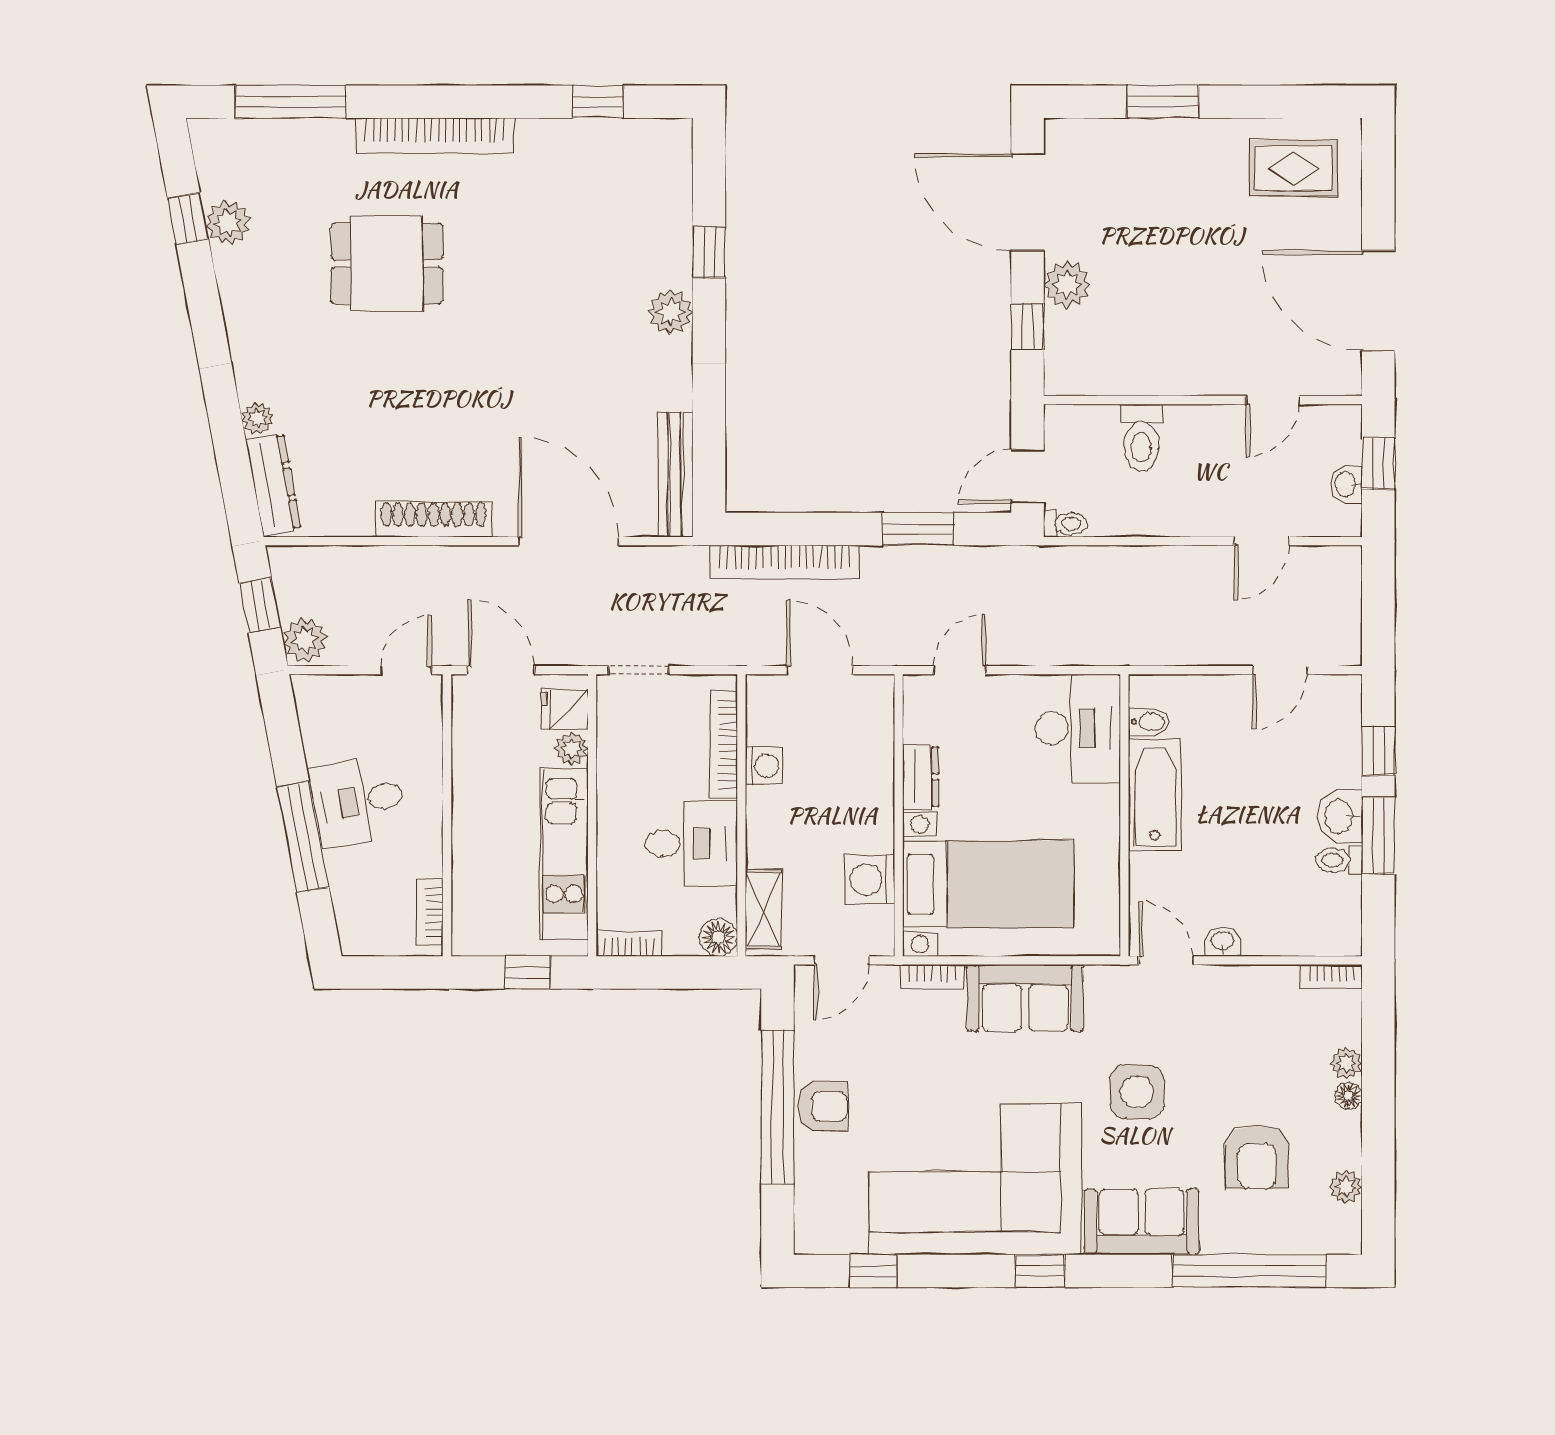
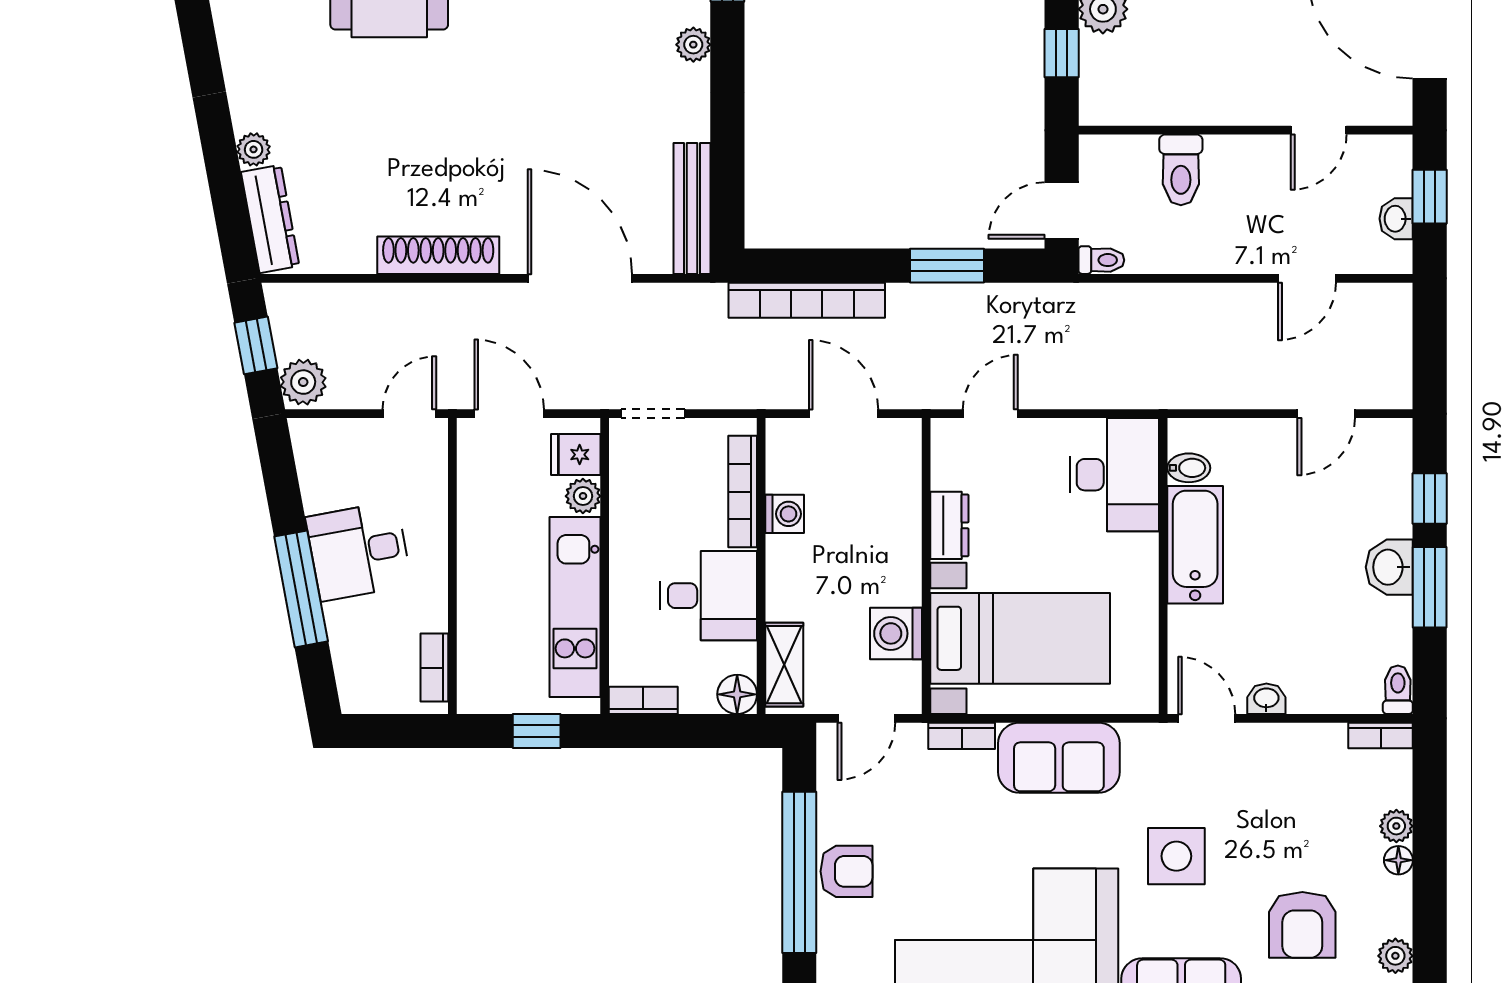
plant: (670, 312) -> (693, 45), width x0.73, depth x0.73
toilet: (1339, 860) -> (1398, 690), moved, turned 90

